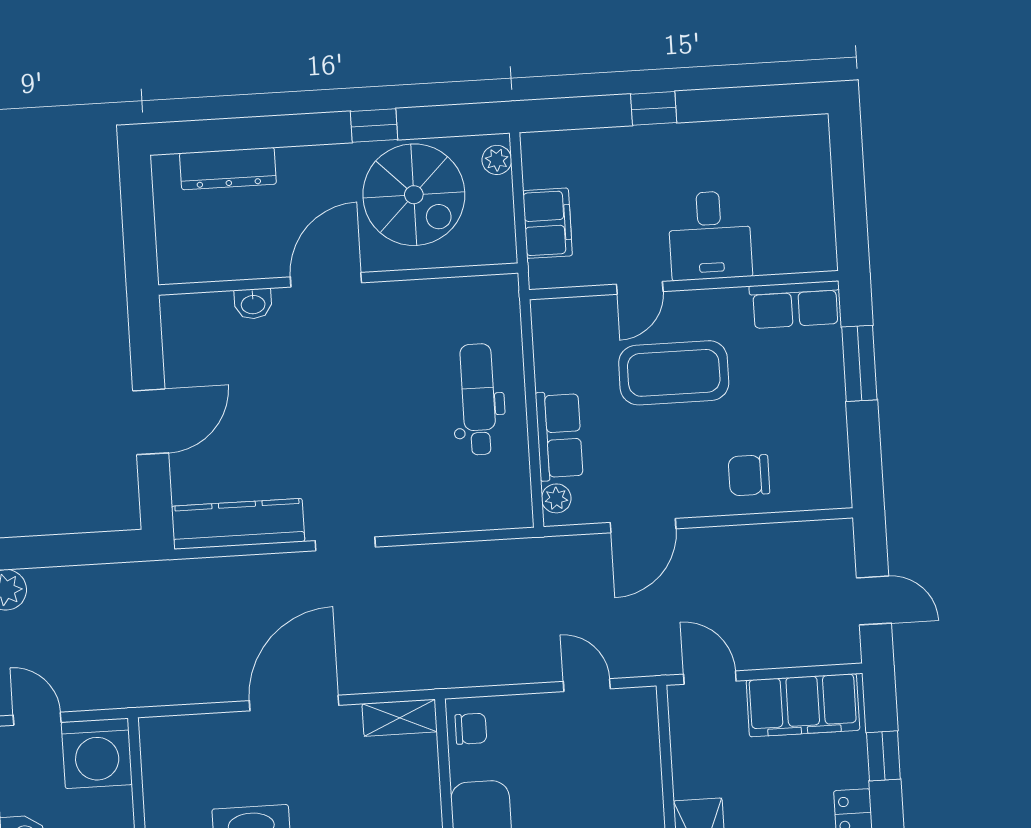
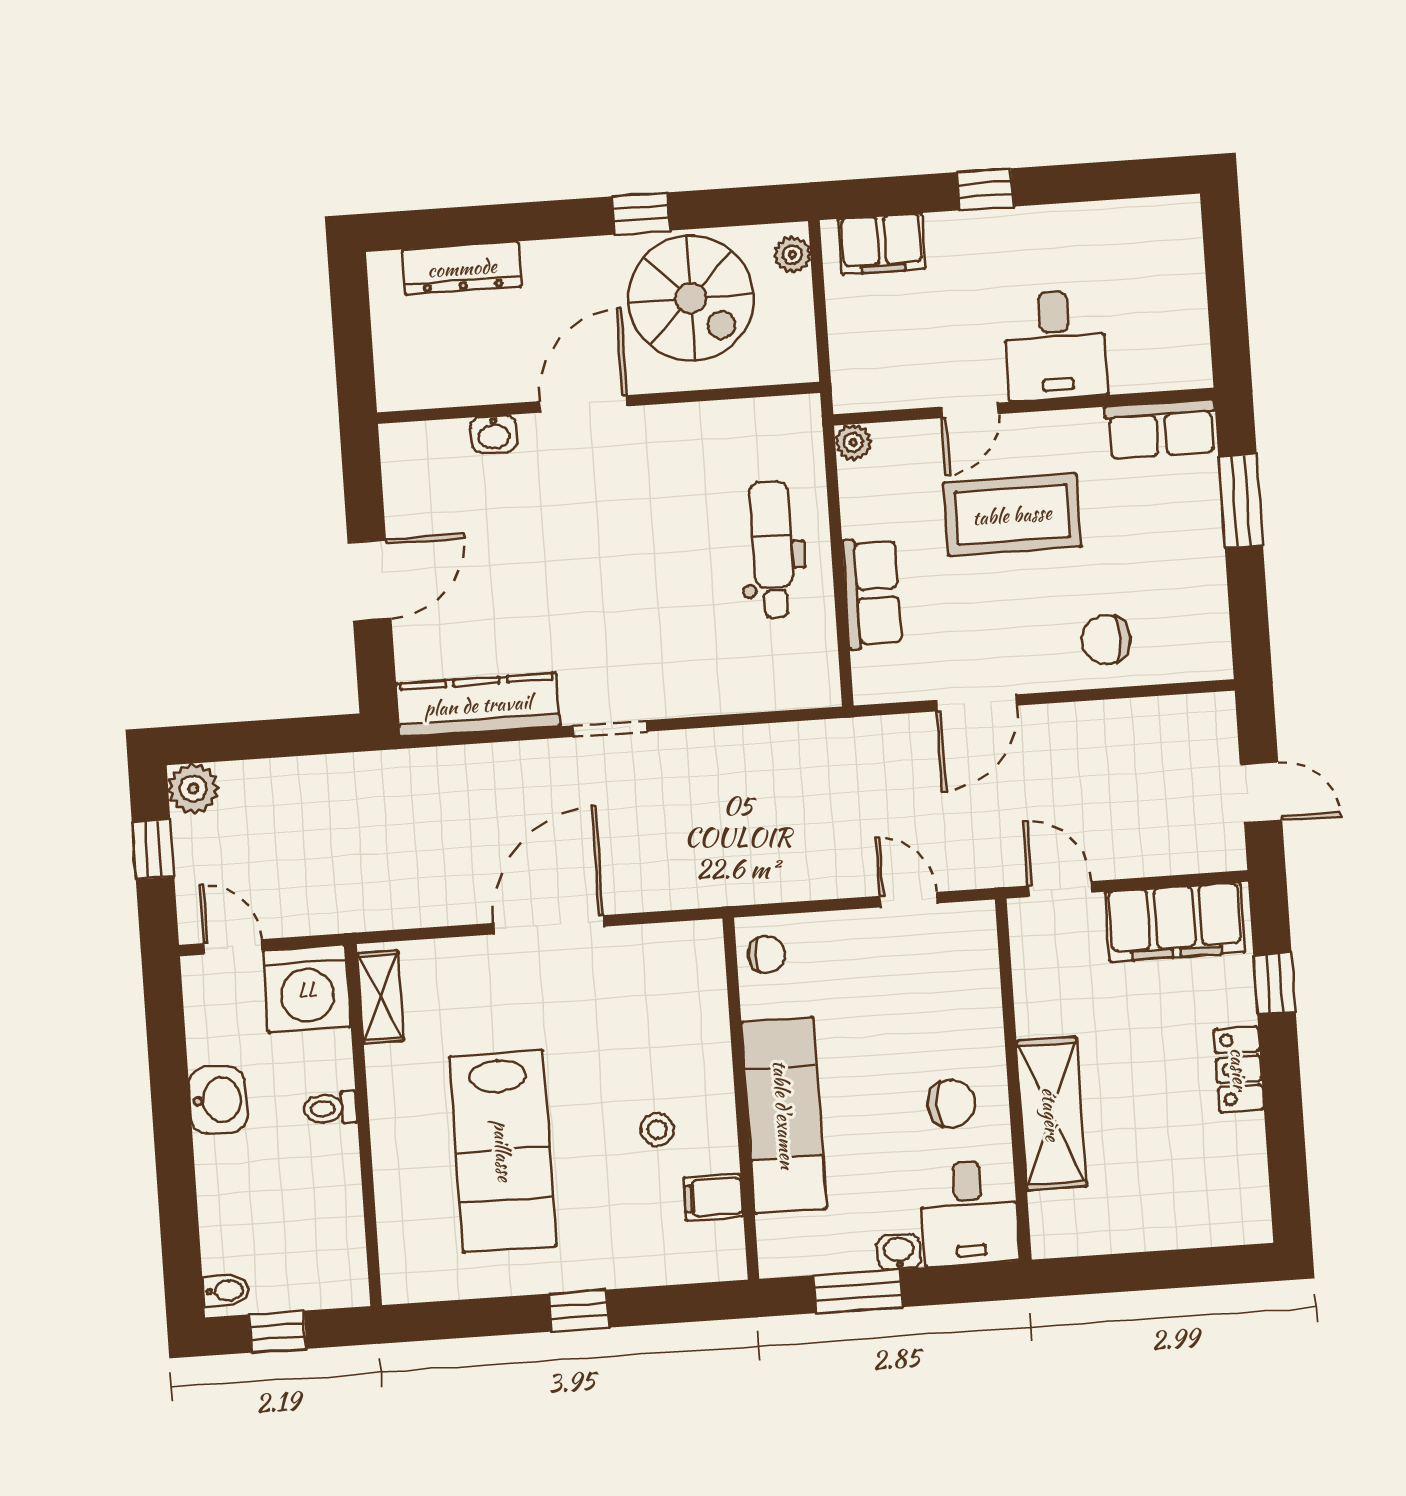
filing cabinet: (548, 223) -> (882, 244), moved, turned 90
plant: (556, 498) -> (853, 442), moved
shelving: (400, 718) -> (381, 997), moved, turned 90

